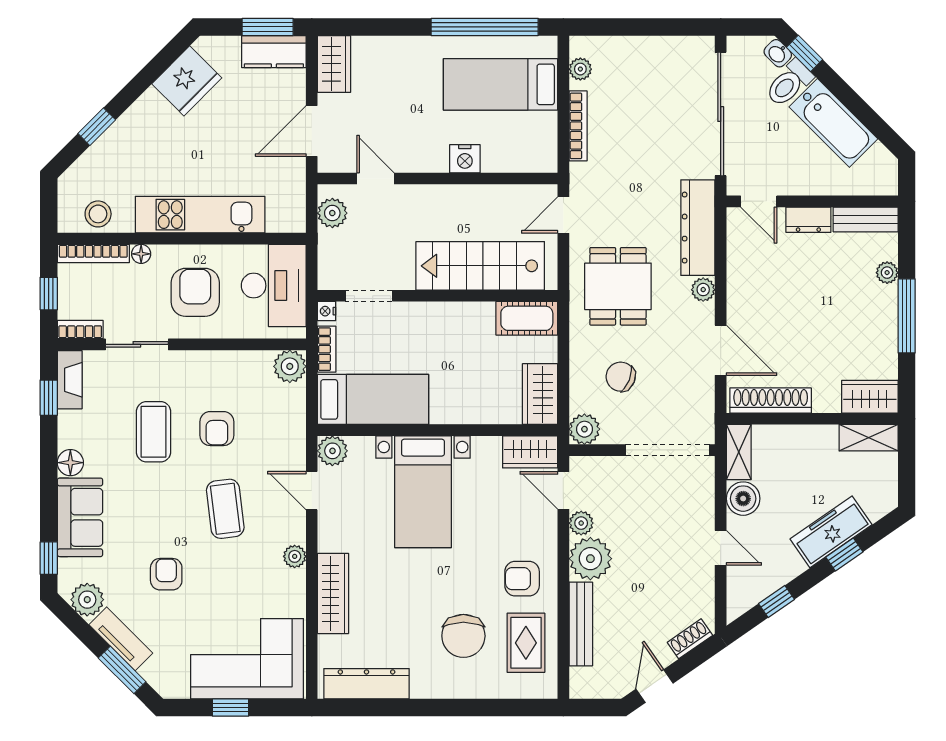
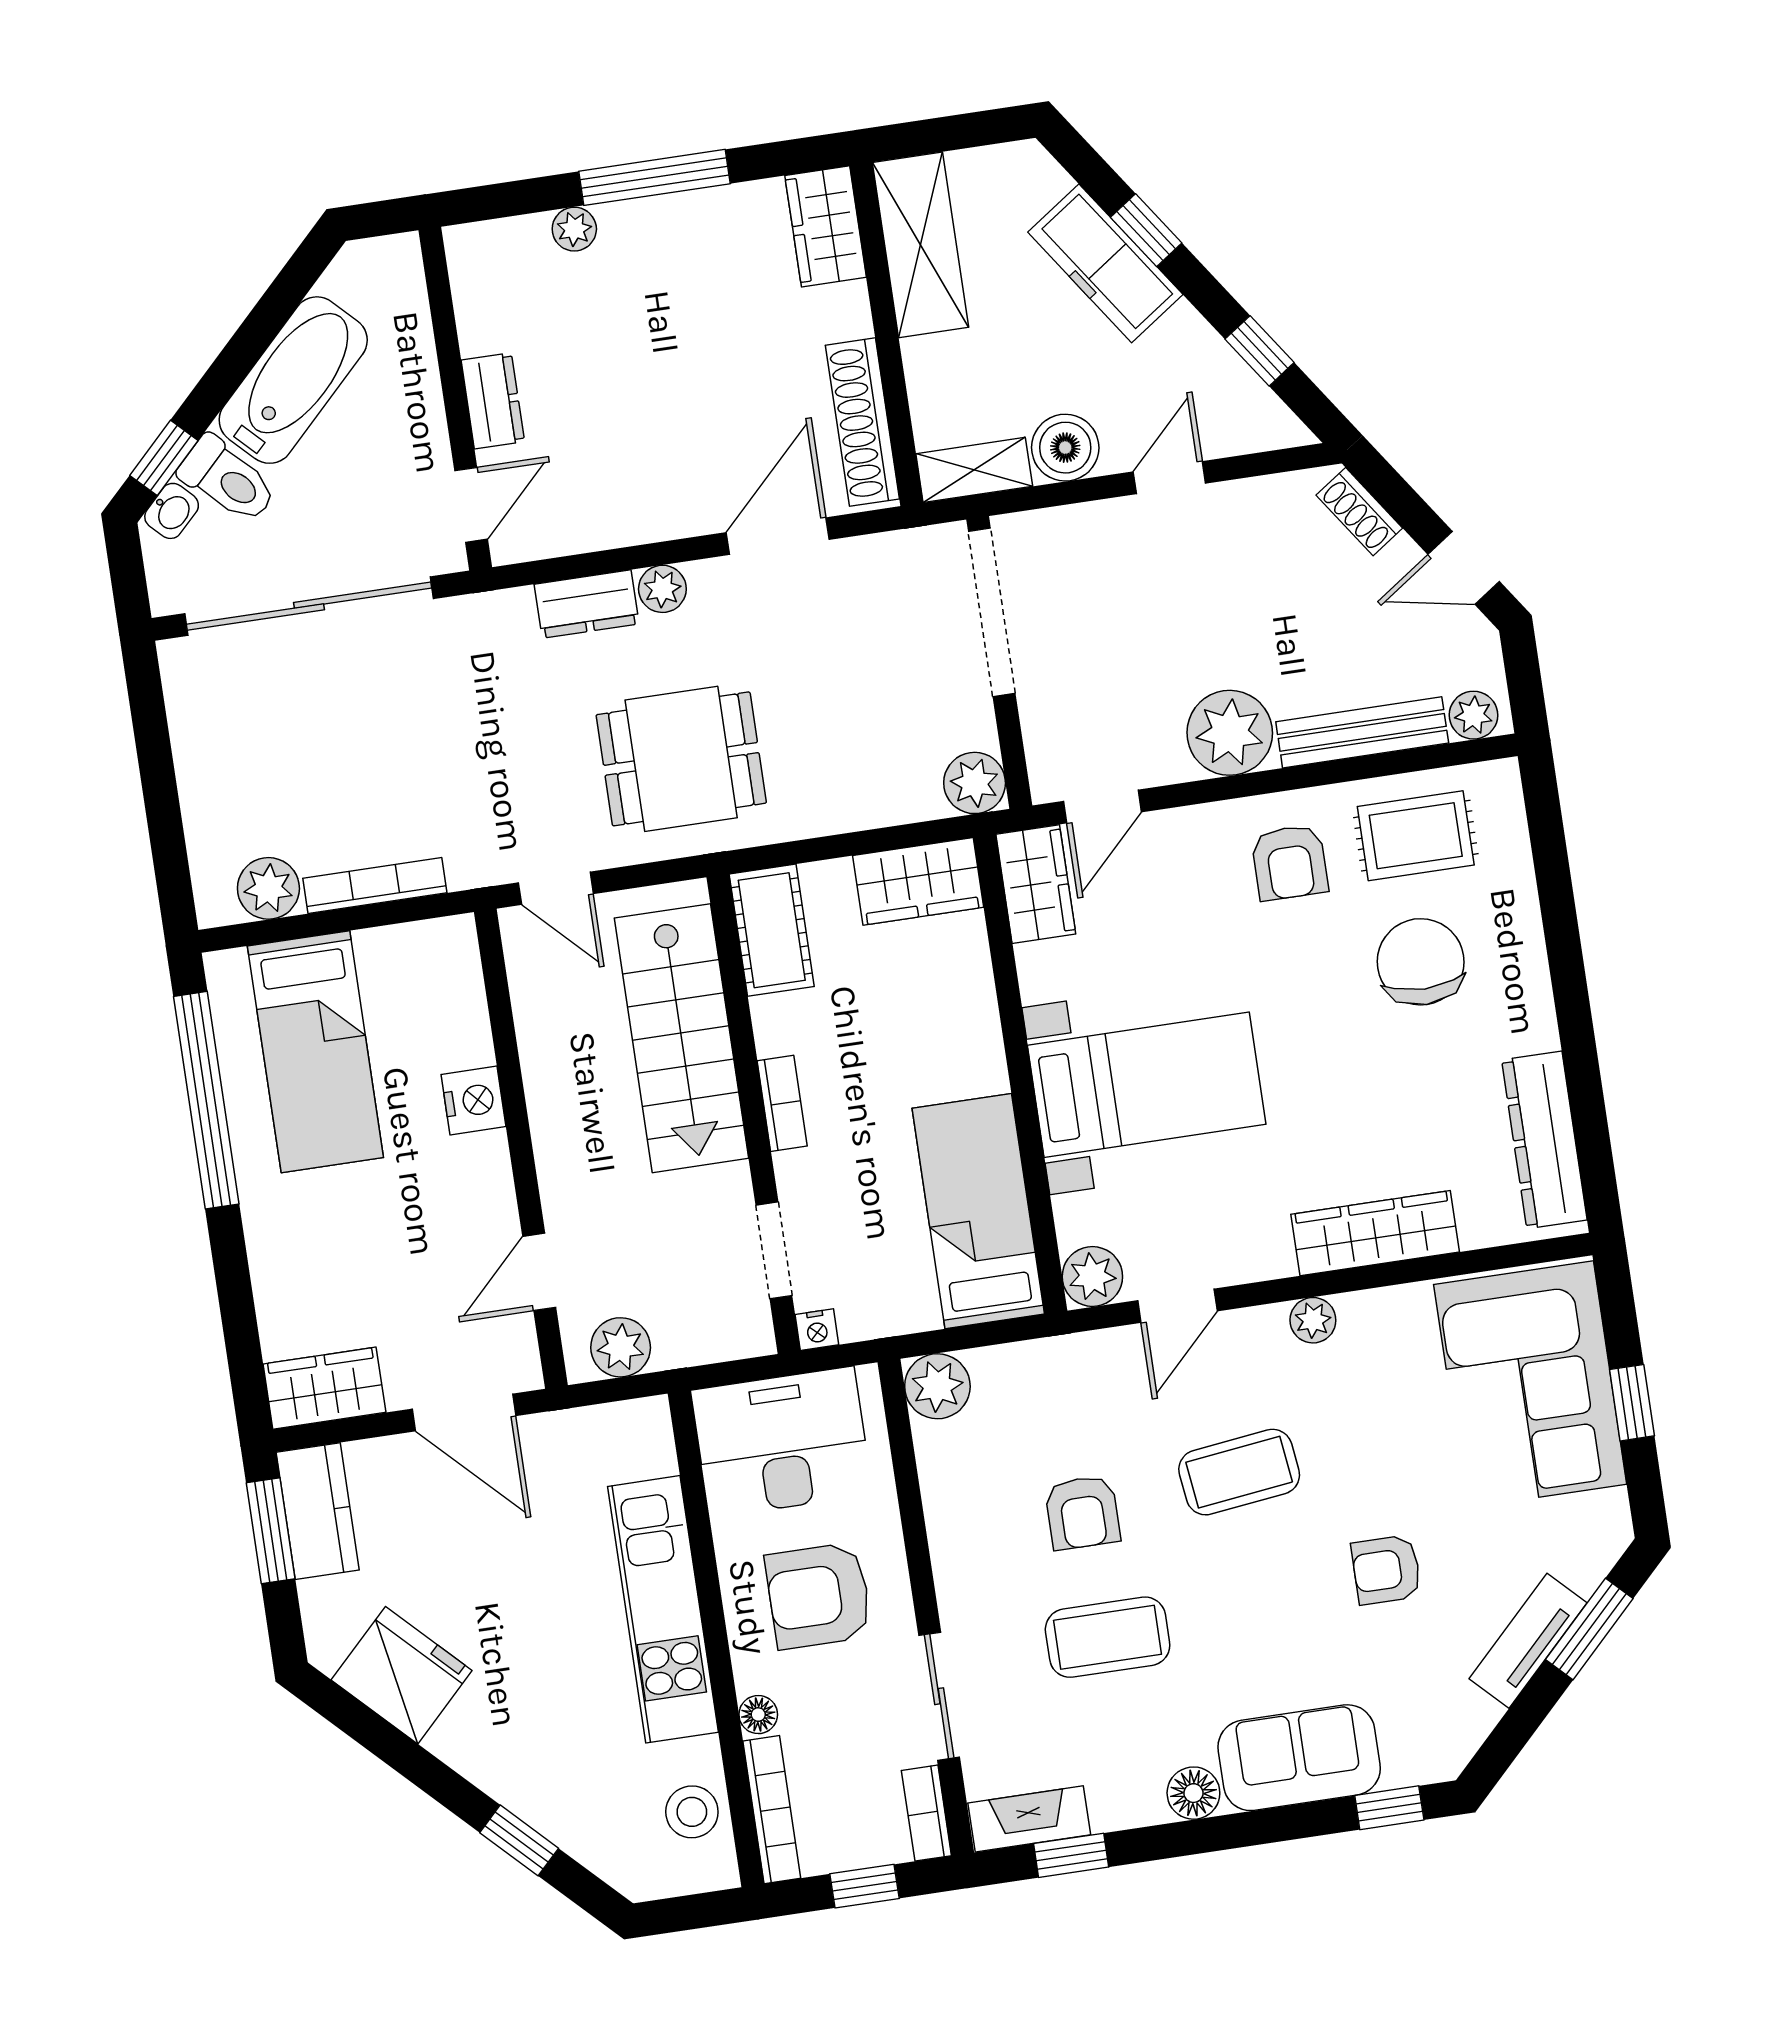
plant: (580, 69) -> (268, 888), width x1.38, depth x1.38
bench: (866, 219) -> (475, 287), removed
dresser: (698, 228) -> (587, 604), width x0.51, depth x0.80
bookcase: (327, 349) -> (782, 1103), moved, turned 90
chair: (621, 377) -> (860, 727), removed
armchair: (217, 429) -> (1082, 1512), turned 90
shelving: (869, 438) -> (921, 245), width x1.50, depth x1.33
plant: (581, 523) -> (1473, 715), moved
plant: (87, 600) -> (1460, 1719), removed
chair: (463, 636) -> (1421, 962), turned -90

